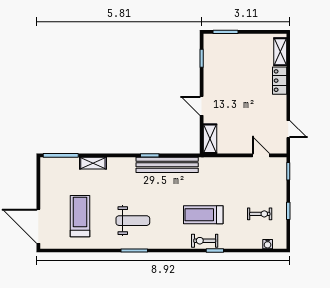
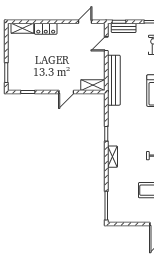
shelving: (93, 163) -> (112, 157), moved
bench: (167, 165) -> (114, 80), moved
bench: (281, 177) -> (124, 28), added

